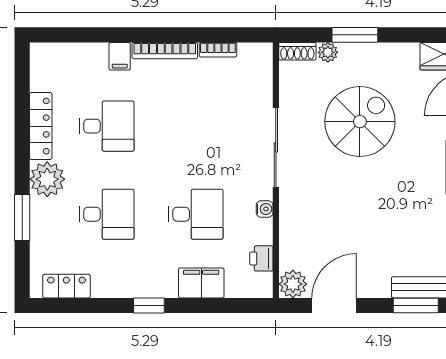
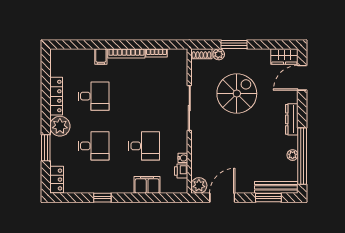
water cooler: (265, 209) -> (183, 158), moved
locker: (66, 286) -> (57, 180), moved, turned 90
window: (149, 305) -> (102, 198), moved

